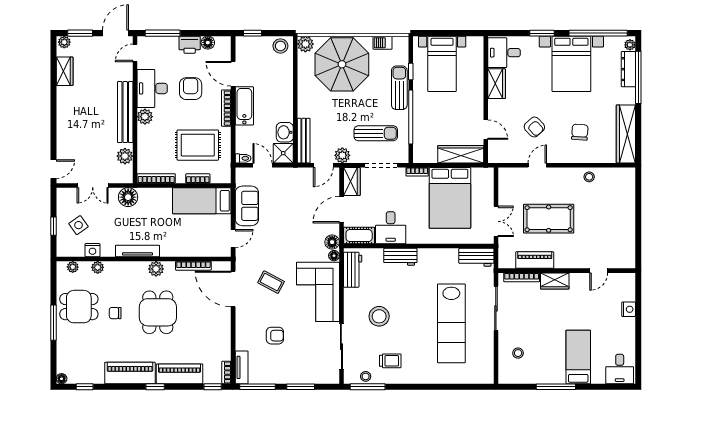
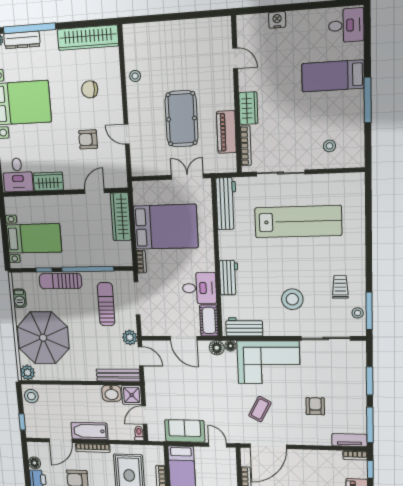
armchair: (534, 127) -> (88, 139), turned -137
wardrobe: (352, 182) -> (155, 328), removed
workbench: (476, 257) -> (226, 204), width x1.38

